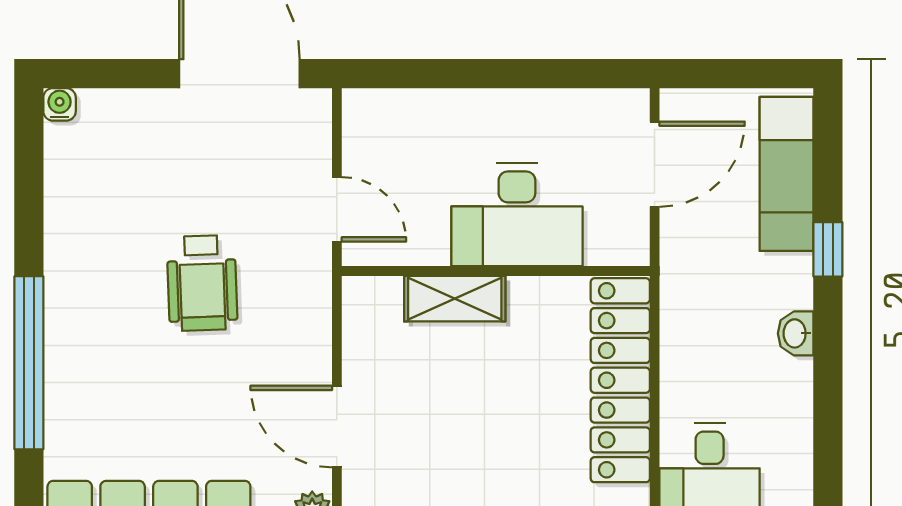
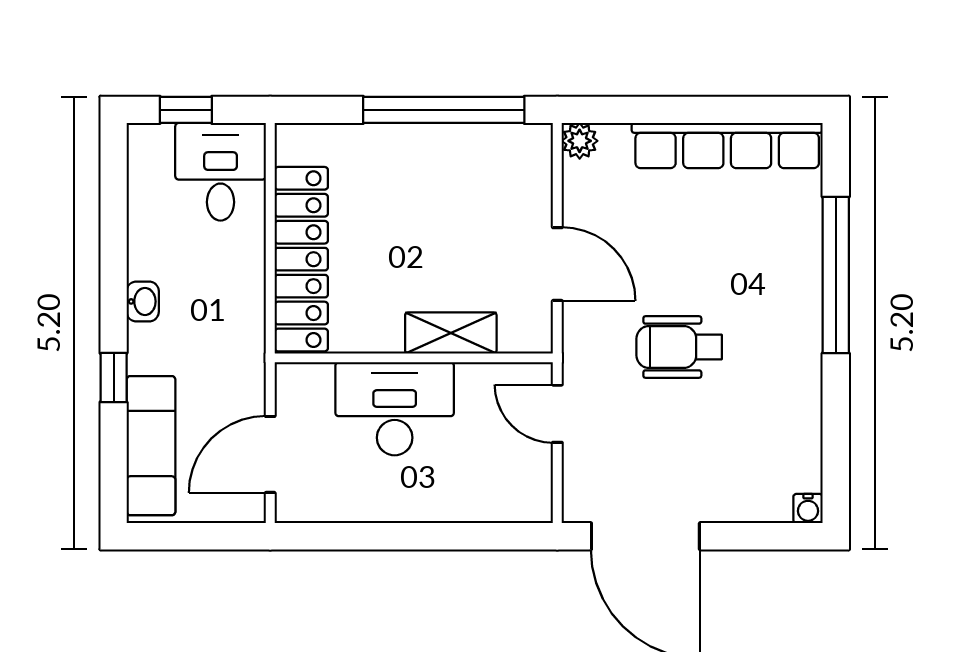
wheelchair: (202, 283) -> (679, 347), turned -88
door: (337, 426) -> (557, 264), moved

